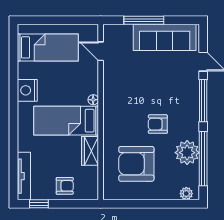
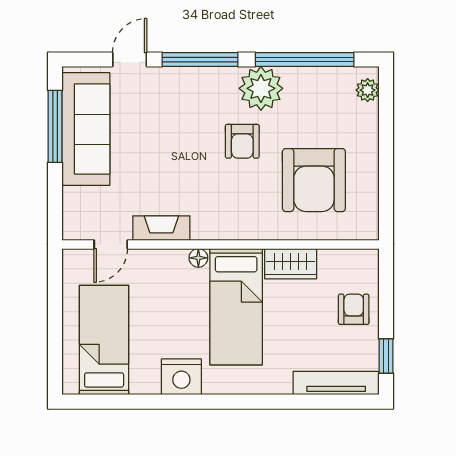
window: (144, 20) -> (55, 126), moved
fireplace: (110, 79) -> (161, 228), added
plant: (187, 153) -> (261, 88), moved

